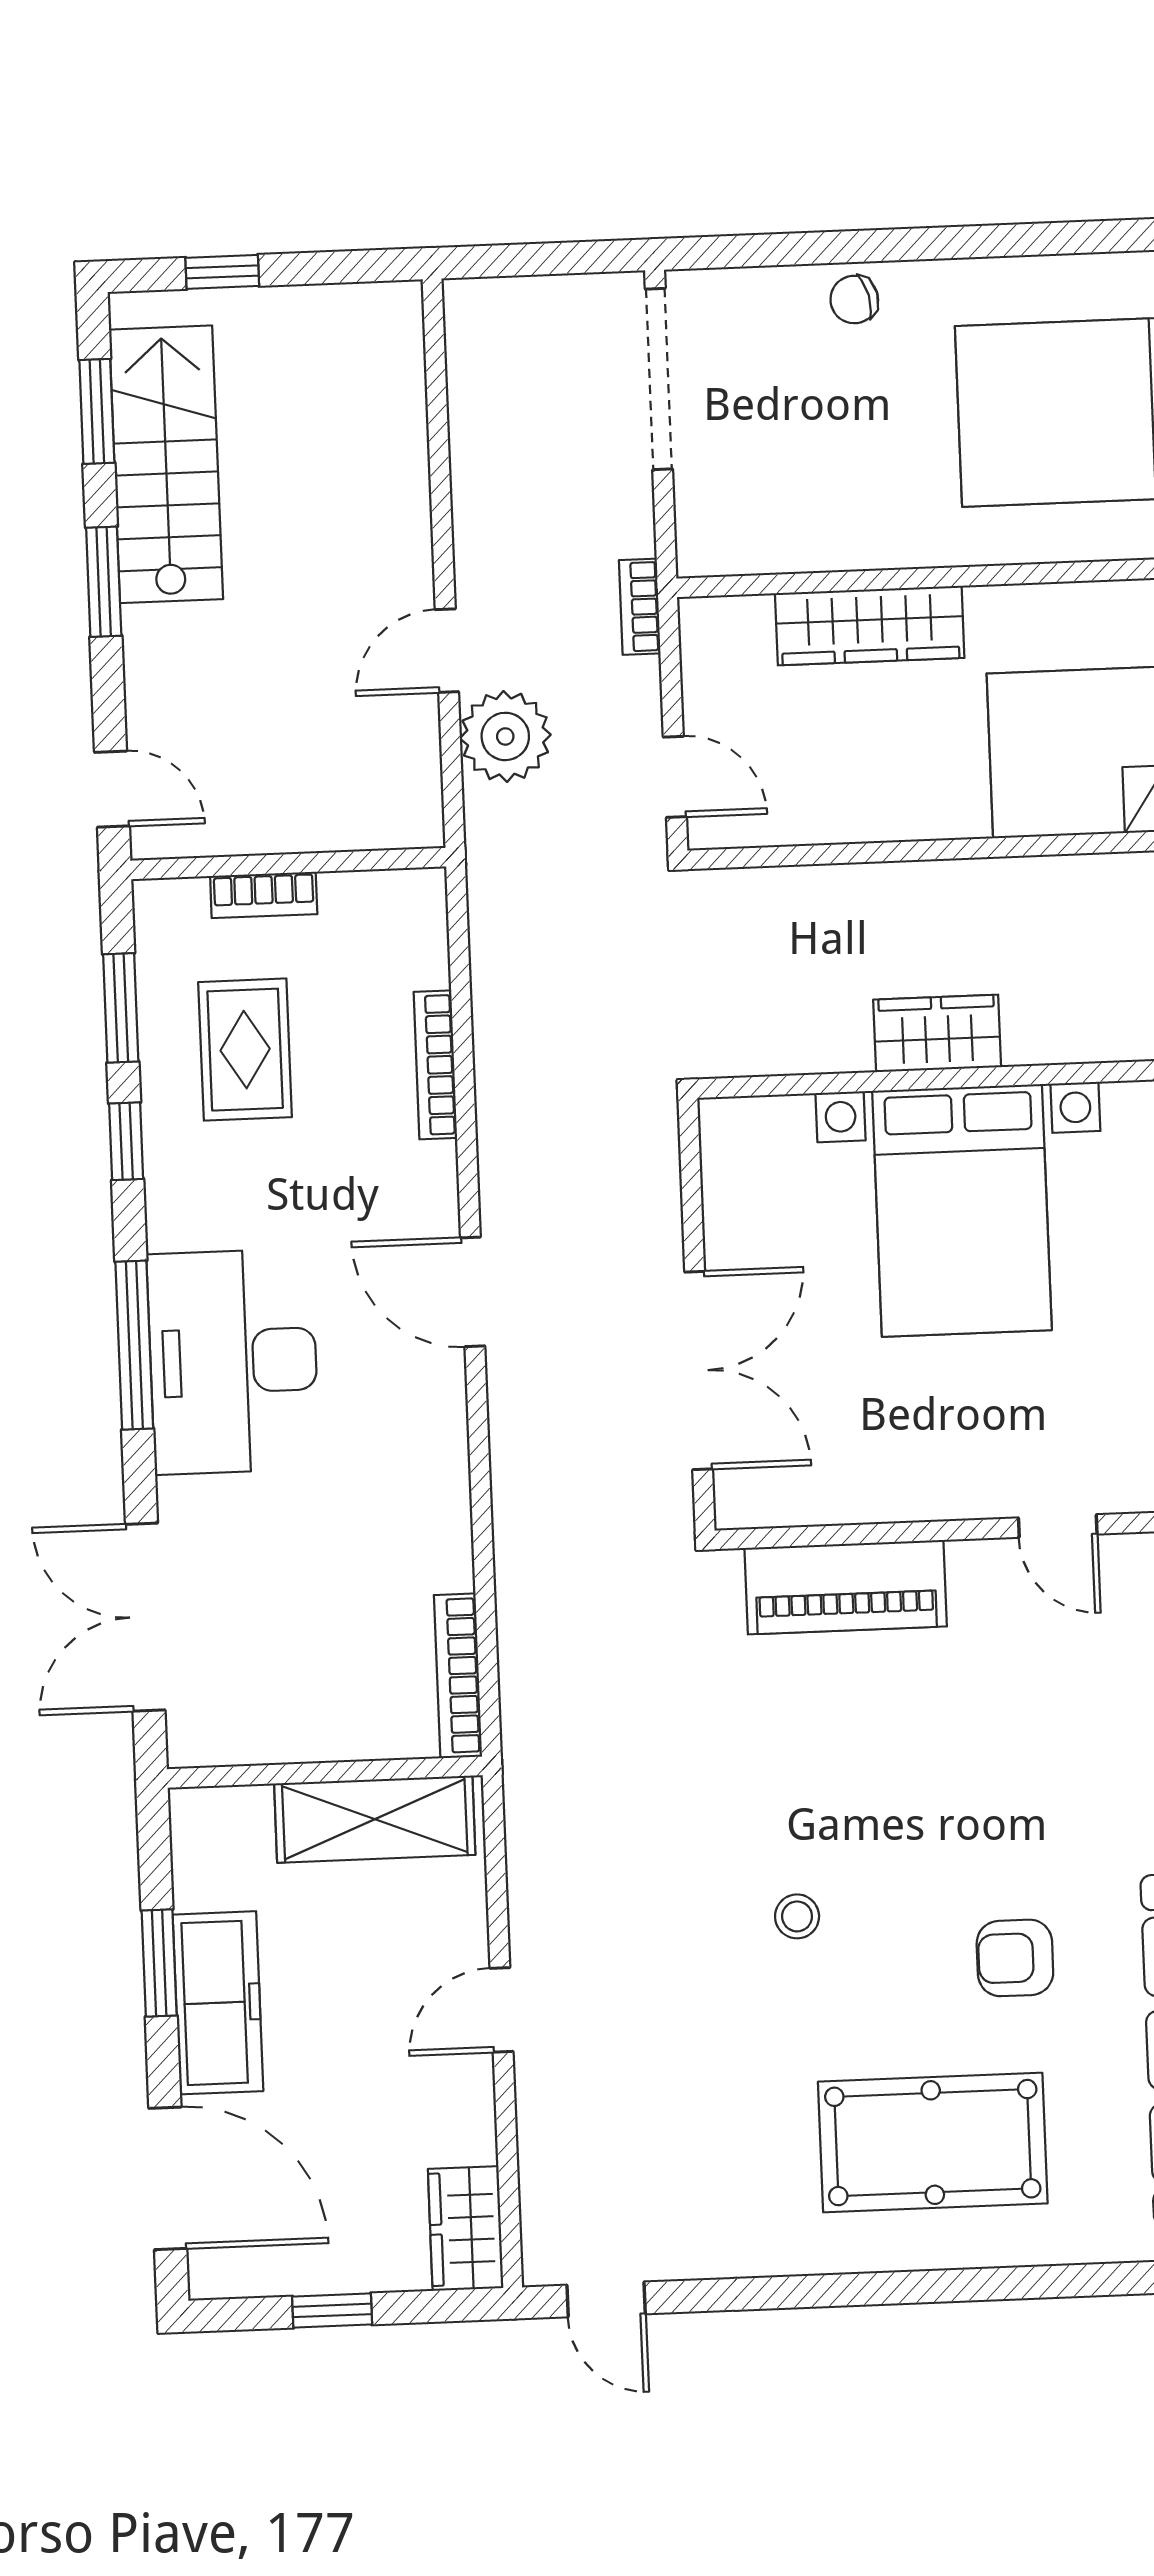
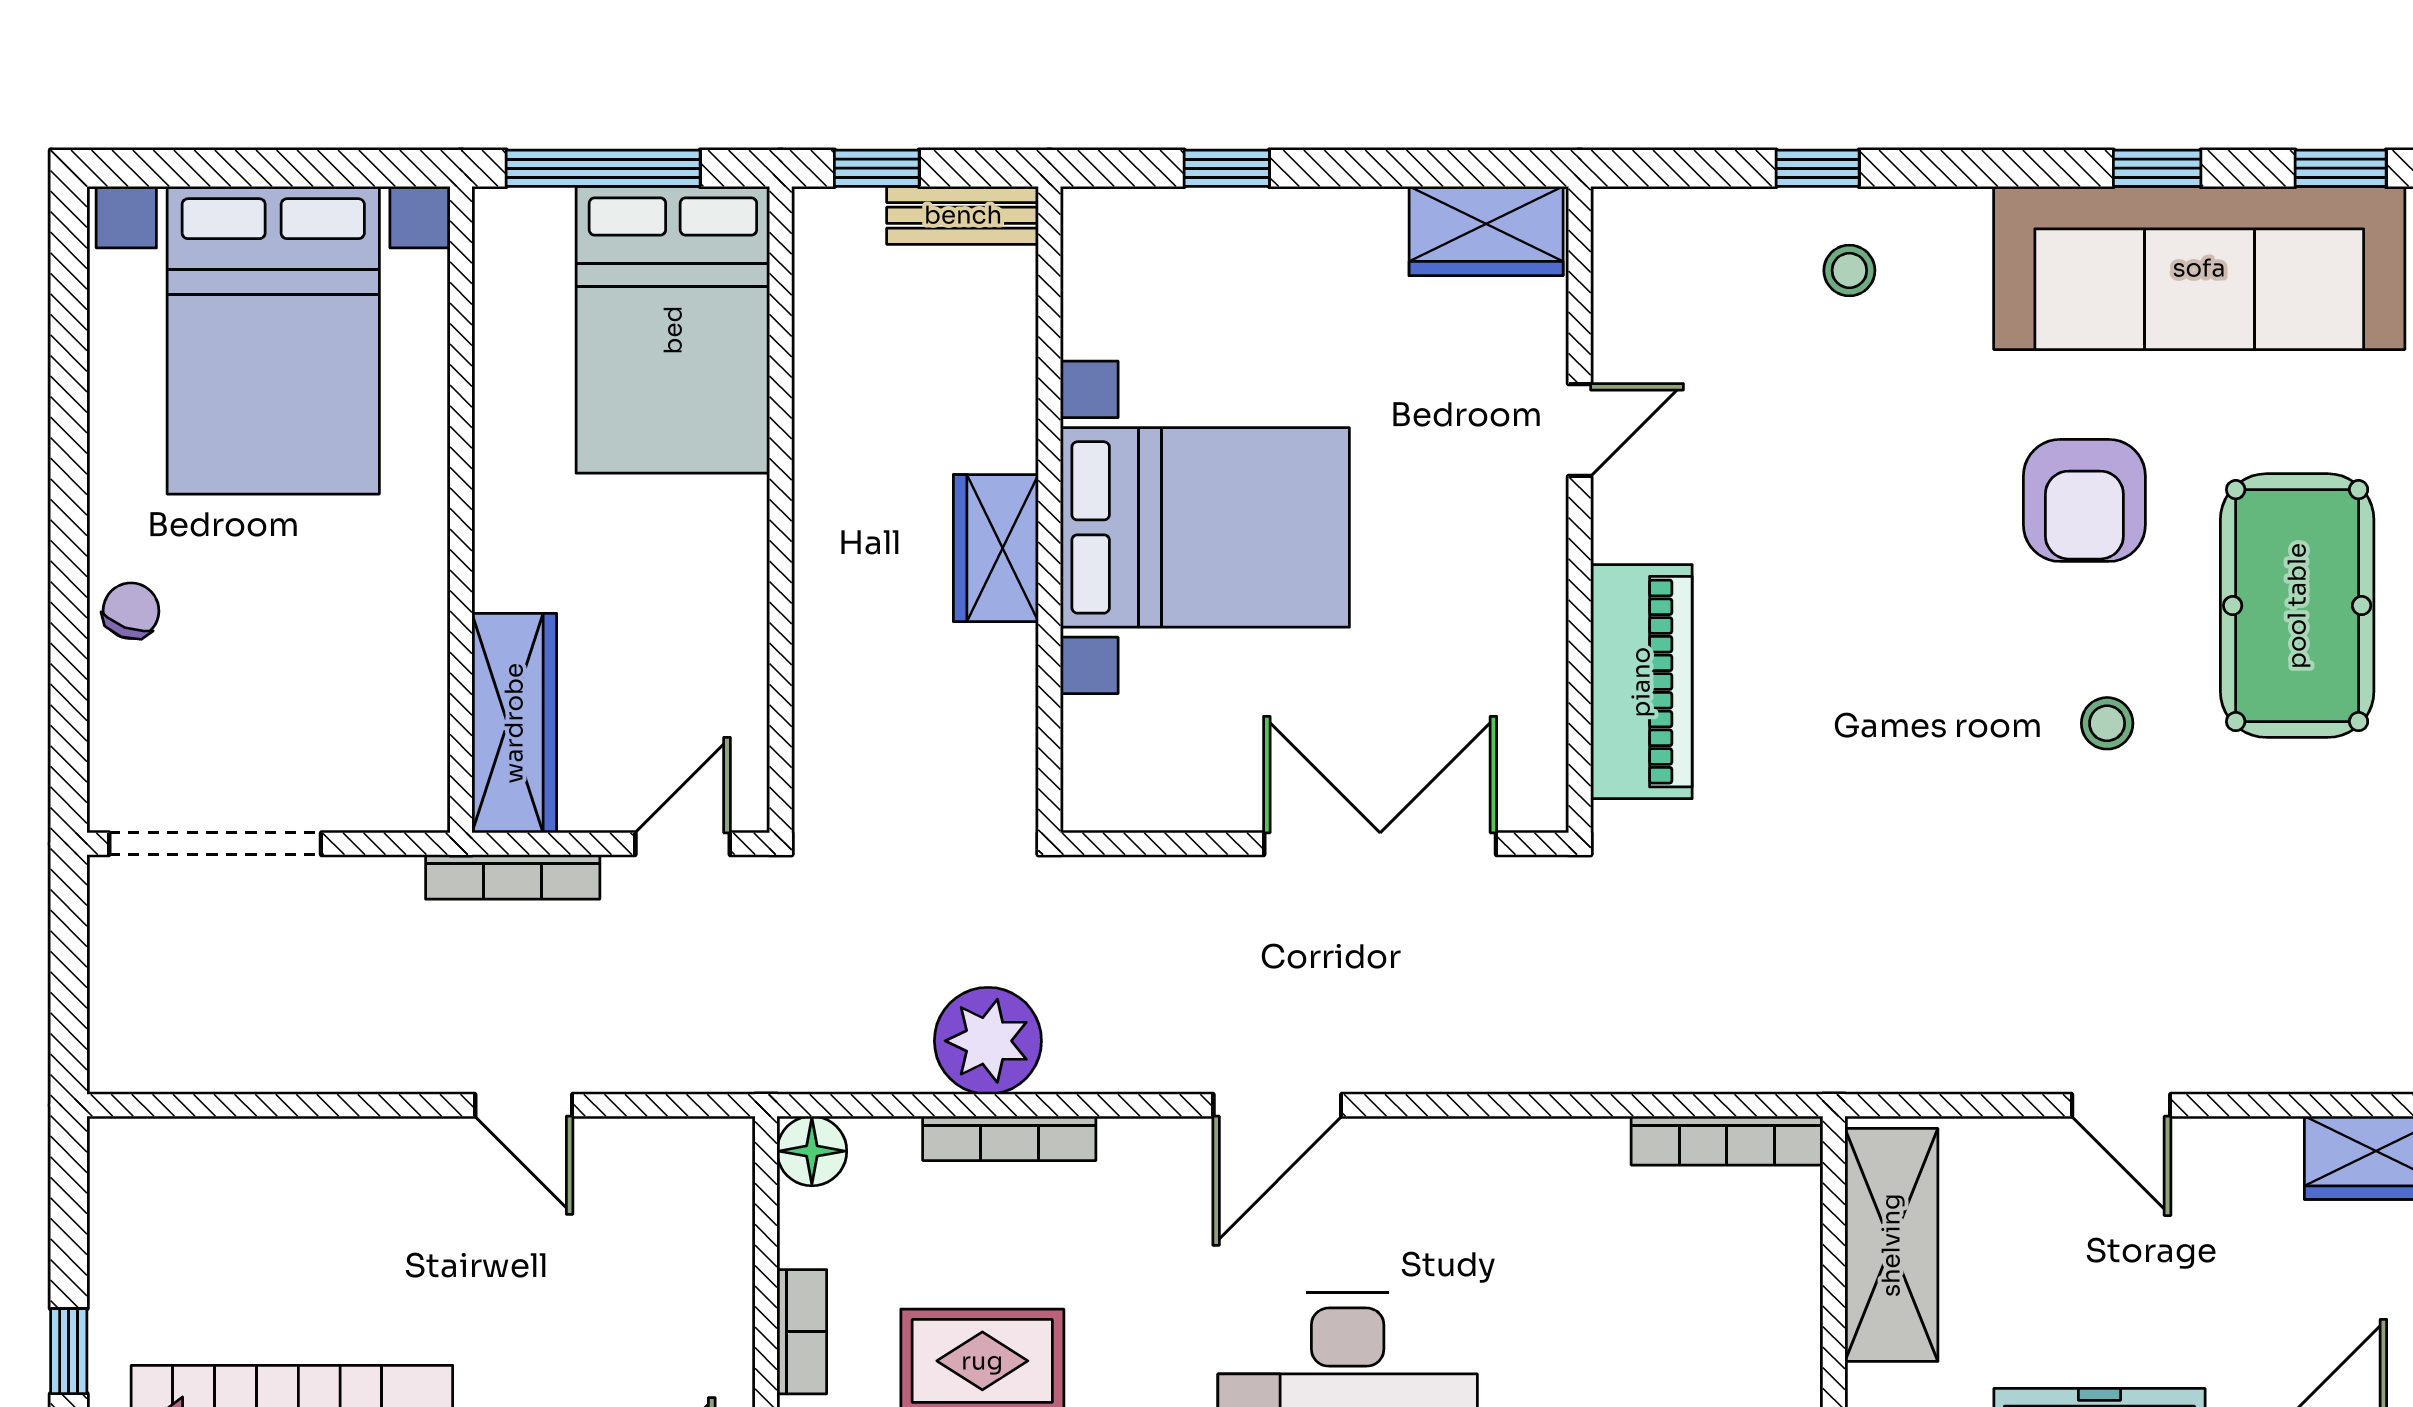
chair: (854, 300) -> (131, 611), turned -146
bookcase: (640, 607) -> (513, 877), width x1.56
wardrobe: (870, 626) -> (514, 723), moved
plant: (505, 736) -> (988, 1041), moved
floor lamp: (418, 897) -> (812, 1151), added
stool: (797, 1916) -> (2107, 723), moved
armchair: (1015, 1958) -> (2084, 500), width x1.38, depth x1.38

